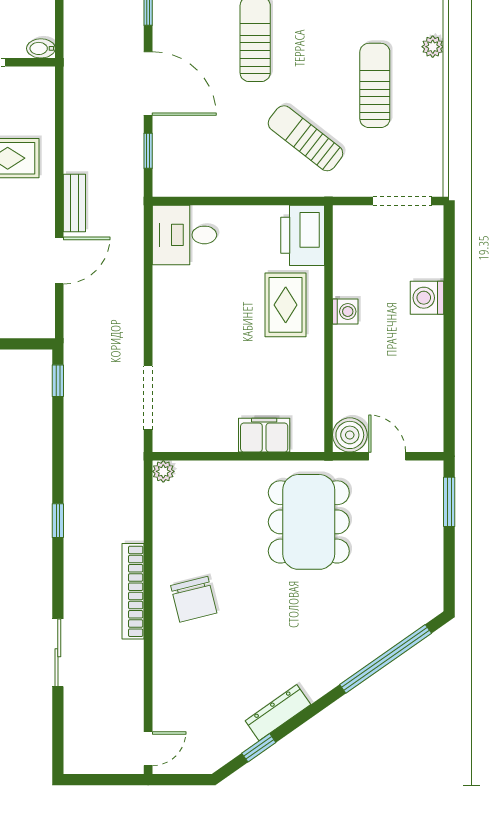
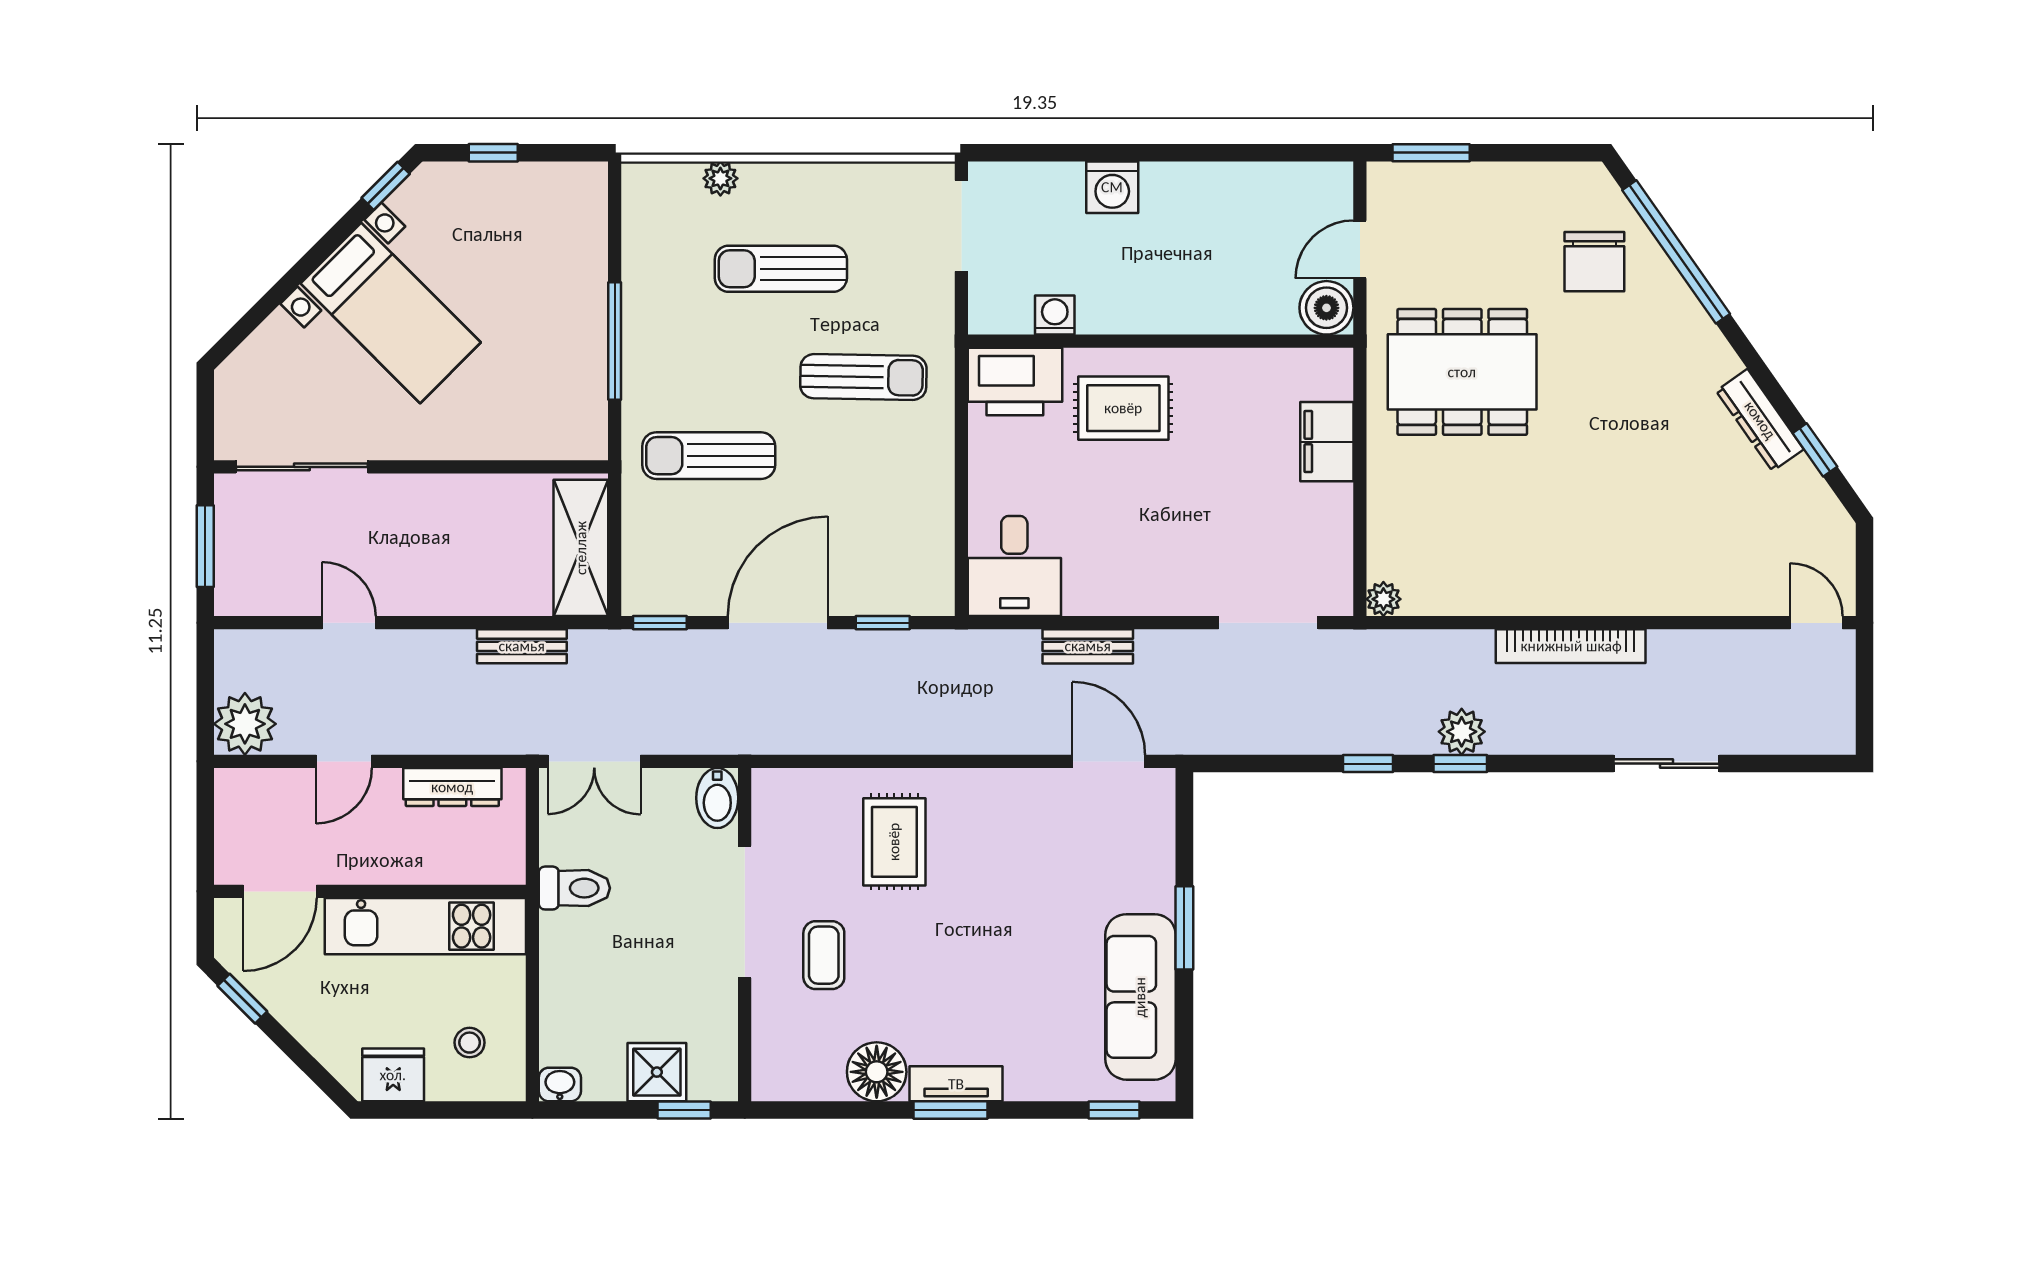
bidet: (41, 48) -> (717, 798), width x1.38, depth x1.36
sun lounger: (305, 138) -> (863, 377), turned -127
bench: (74, 203) -> (1088, 646), moved
door: (59, 260) -> (1109, 761), moved
washing machine: (345, 312) -> (1055, 315), moved
window: (58, 381) -> (1368, 764), moved
plant: (78, 522) -> (1462, 732), added
chair: (194, 599) -> (1594, 262), moved, turned 104

